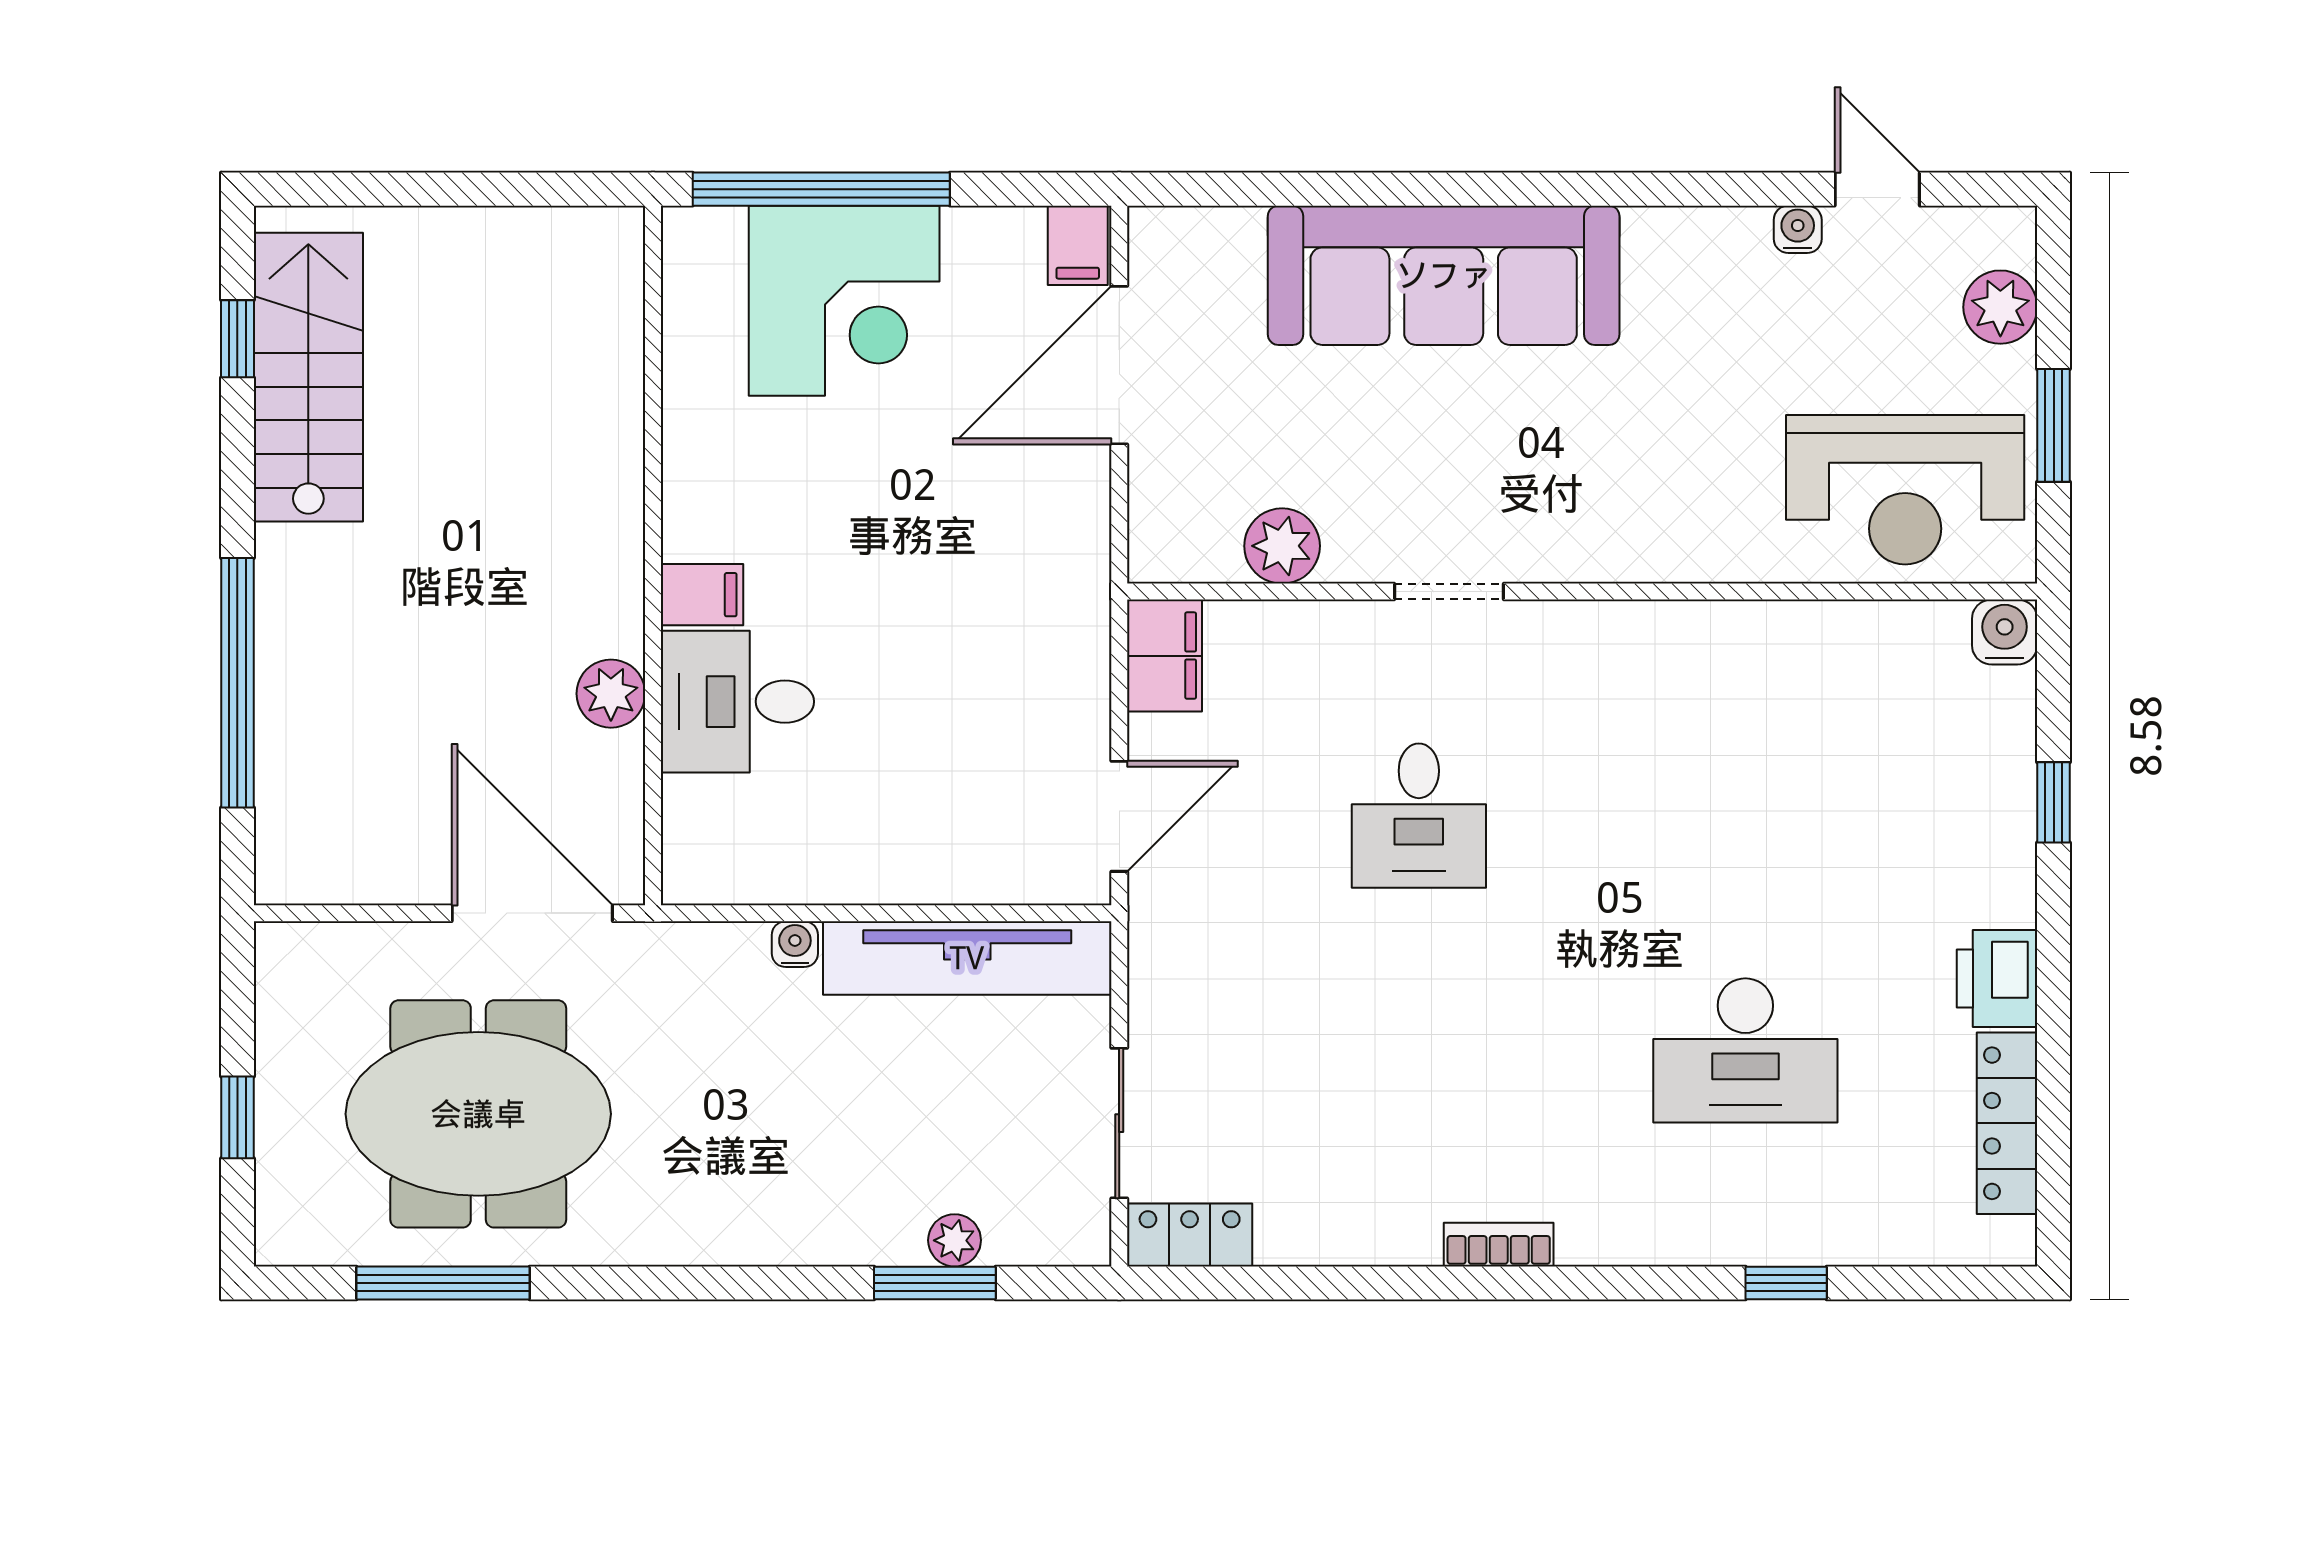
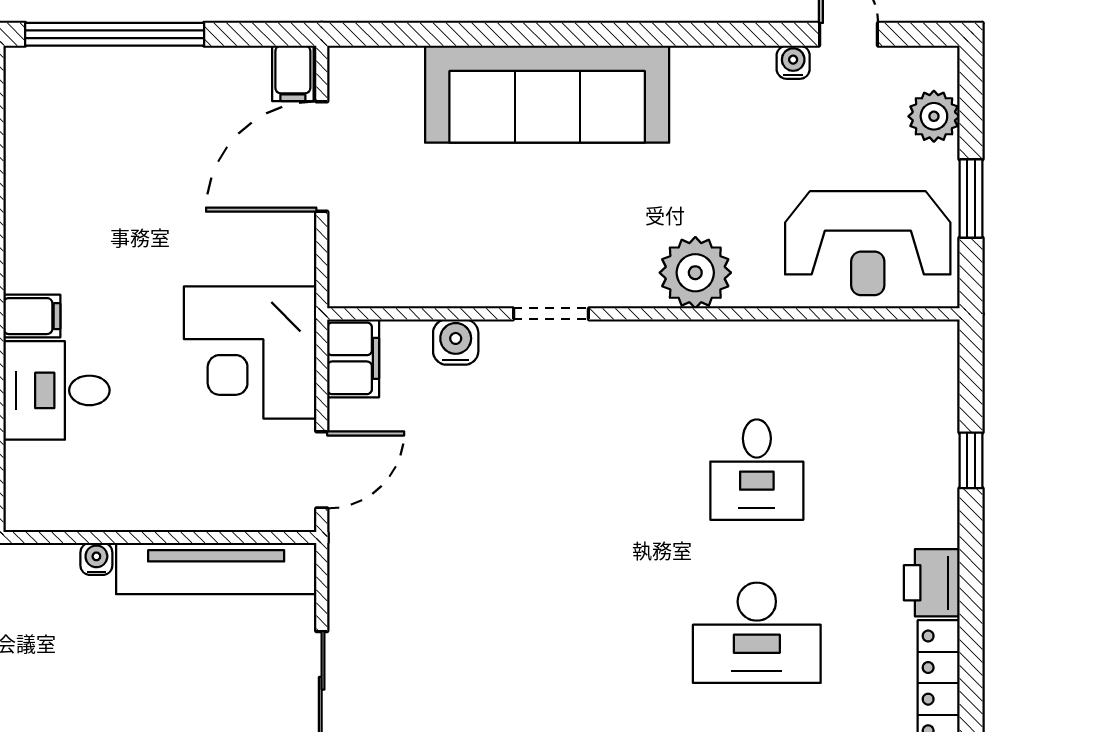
corner desk: (844, 301) -> (250, 352), moved, turned 90
plant: (1282, 546) -> (695, 273), moved, width x1.36, depth x1.36
water cooler: (2005, 632) -> (456, 342), moved
desk: (1419, 816) -> (757, 470), moved

